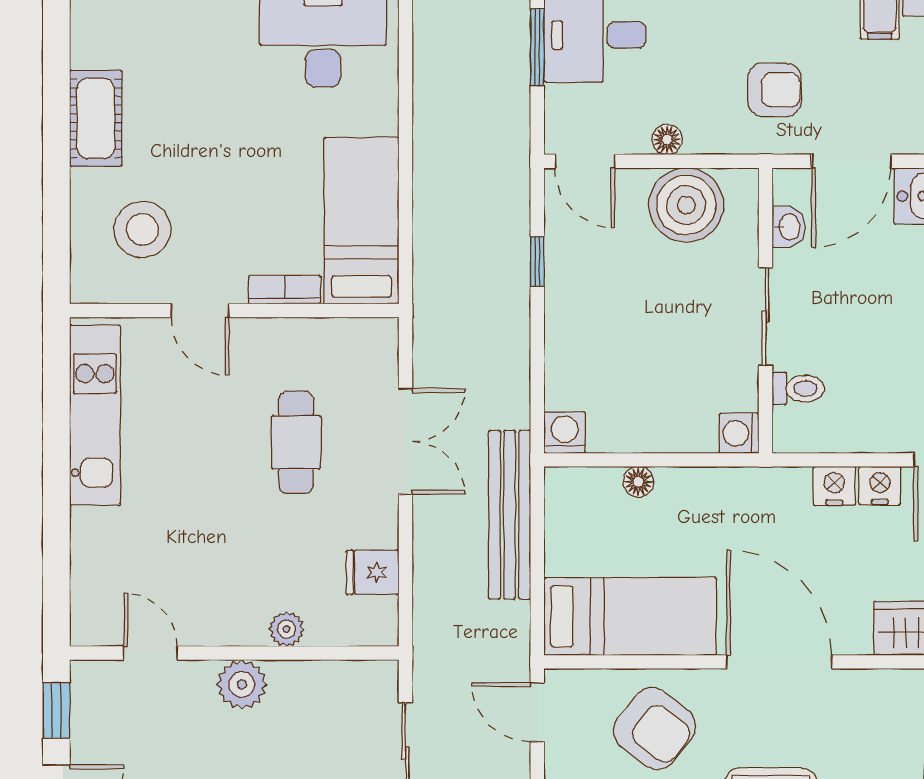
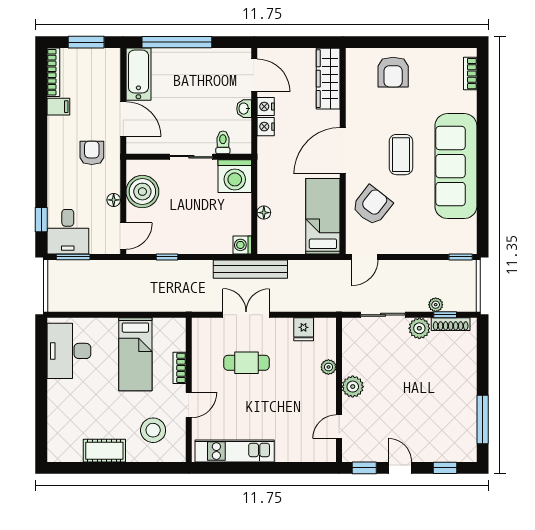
bed: (361, 221) -> (135, 354), moved, turned -90
washbasin: (789, 227) -> (244, 109), moved, turned -90
washing machine: (739, 433) -> (235, 176), width x1.89, depth x1.89
bench: (510, 515) -> (250, 269), moved

